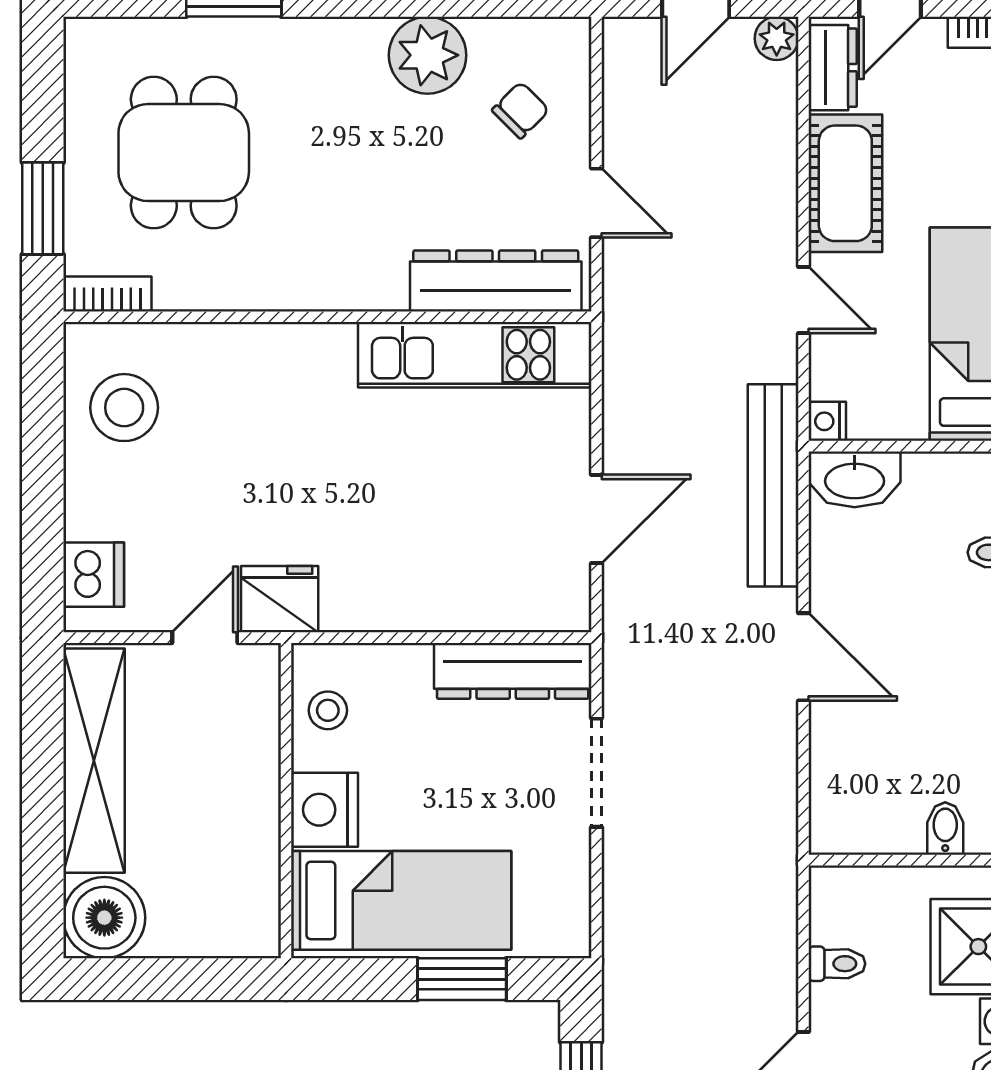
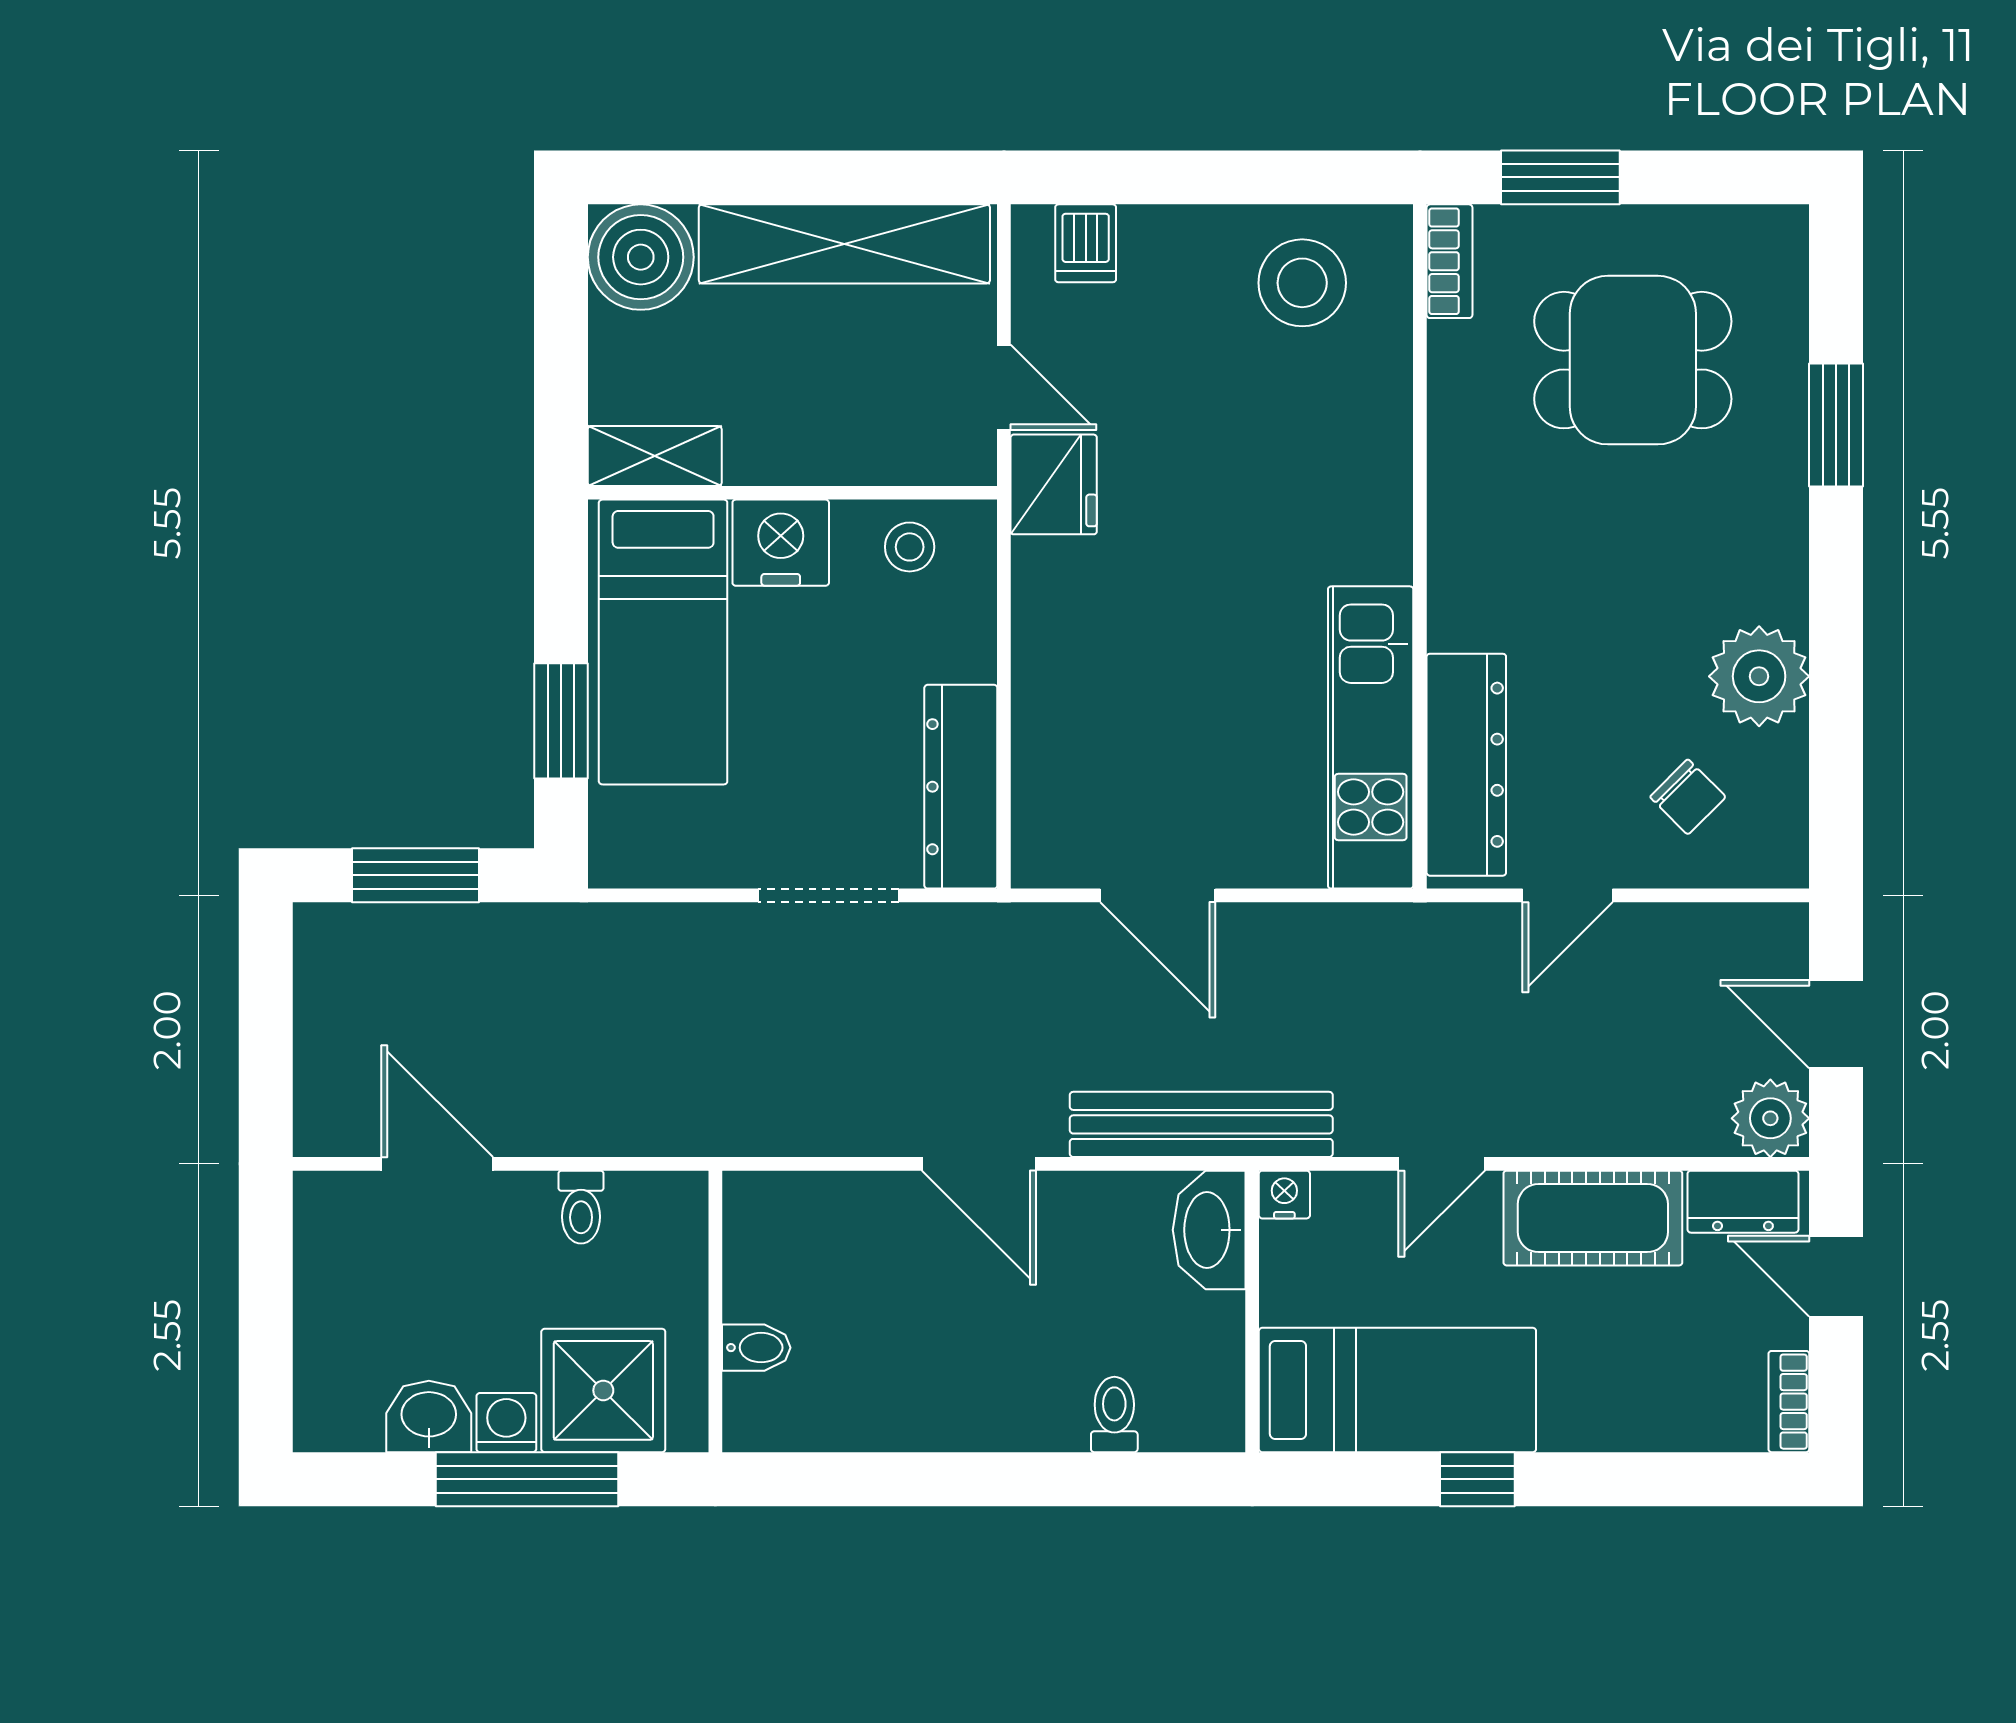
plant: (777, 38) -> (1770, 1118), width x1.38, depth x1.38
dishwasher: (94, 575) -> (1086, 243), width x0.73
door: (804, 657) -> (979, 1164), hinge flipped
shelving: (258, 907) -> (655, 456), added

